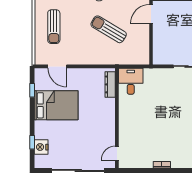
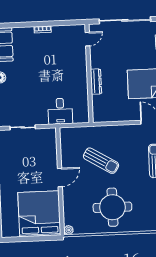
desk: (131, 81) -> (60, 111), moved
dresser: (110, 84) -> (96, 82), moved

